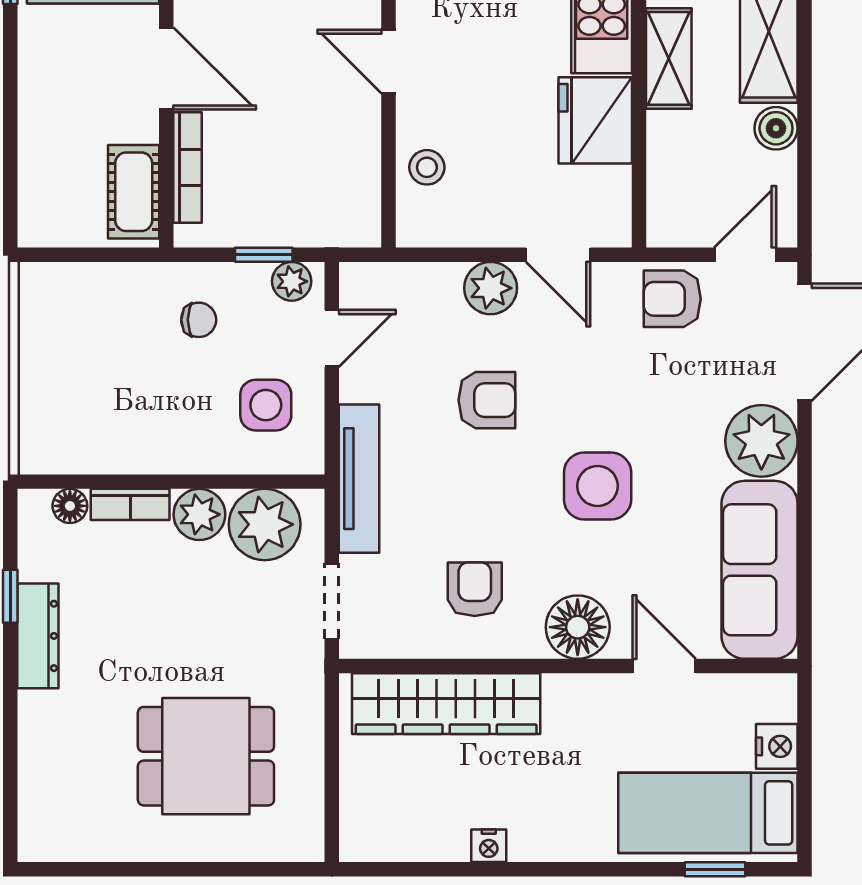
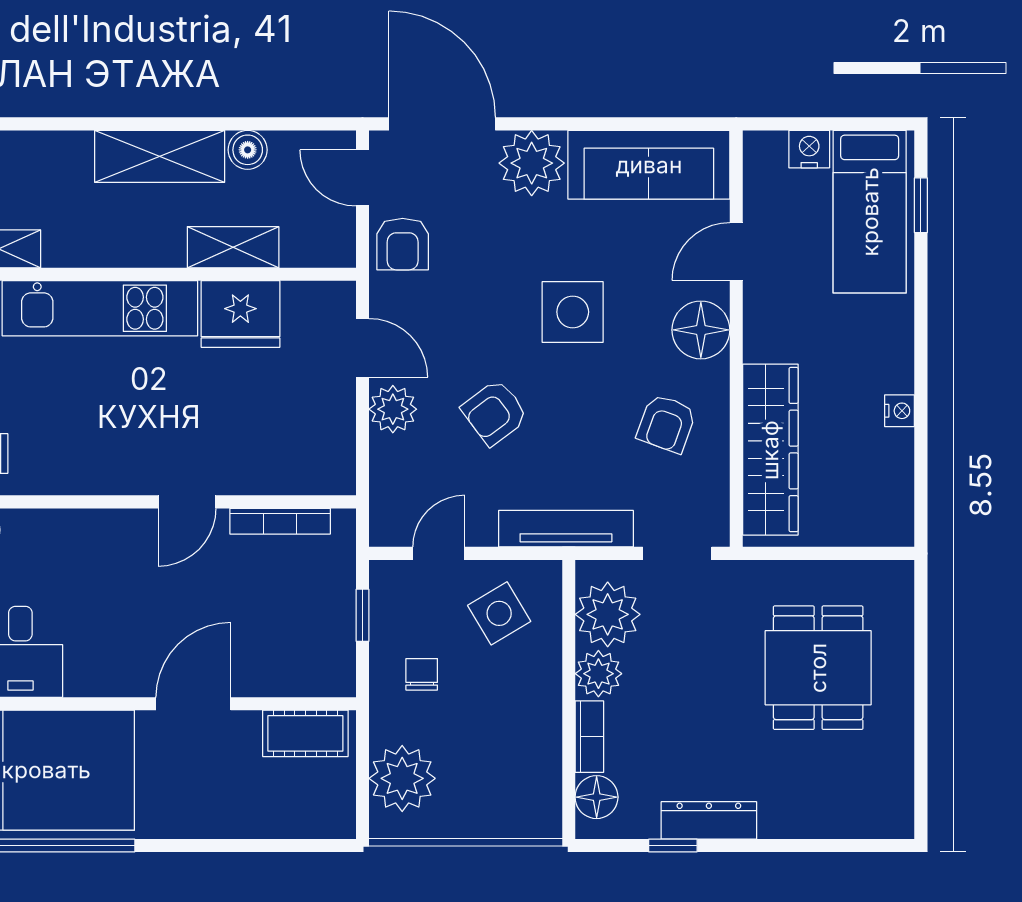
shelving: (669, 58) -> (233, 247), moved
stool: (427, 167) -> (283, 467), removed
bookcase: (188, 168) -> (280, 521), moved, turned 180
door: (558, 255) -> (363, 348), hinge flipped
plant: (292, 281) -> (402, 778), moved, width x1.88, depth x1.88
door: (332, 338) -> (439, 553), hinge flipped
armchair: (487, 400) -> (495, 412), turned -127
side table: (266, 405) -> (499, 613), turned -31
floor lamp: (70, 506) -> (597, 797), width x1.37, depth x1.37
armchair: (475, 589) -> (666, 424), turned -70

